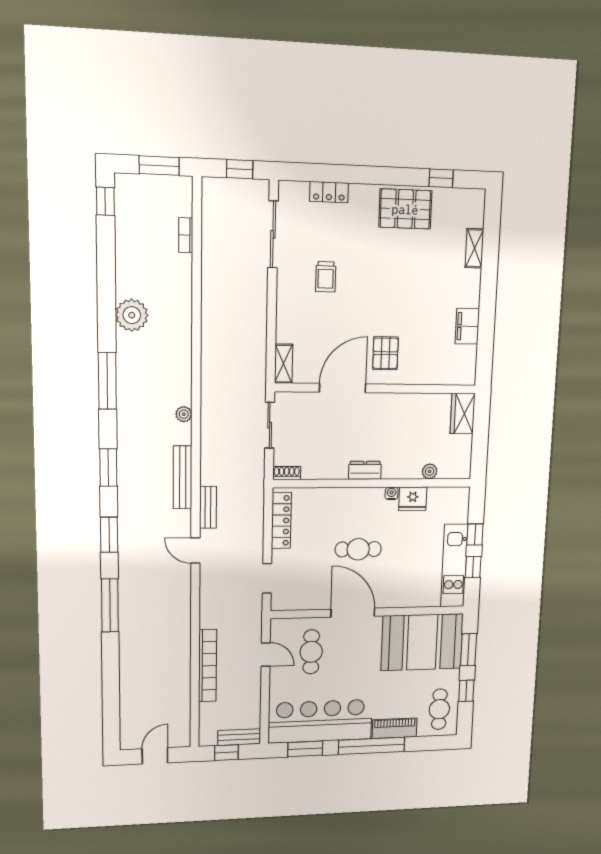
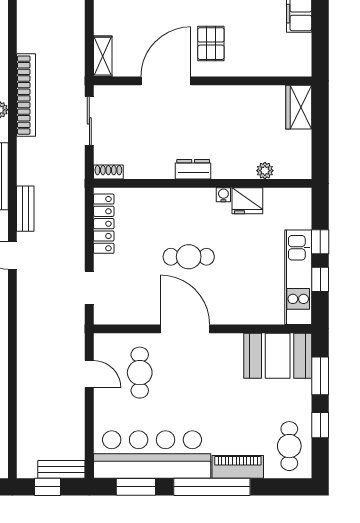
booth: (422, 642) -> (278, 356), width x0.73, depth x0.70
bookcase: (208, 666) -> (26, 95), moved

